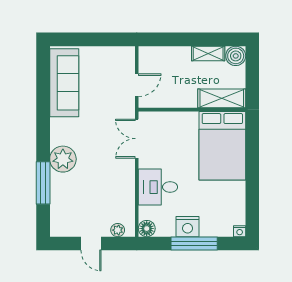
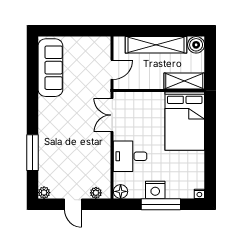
shelving: (208, 53) -> (156, 45), width x2.20, depth x1.33
plant: (63, 159) -> (44, 193), moved, width x0.53, depth x0.53

